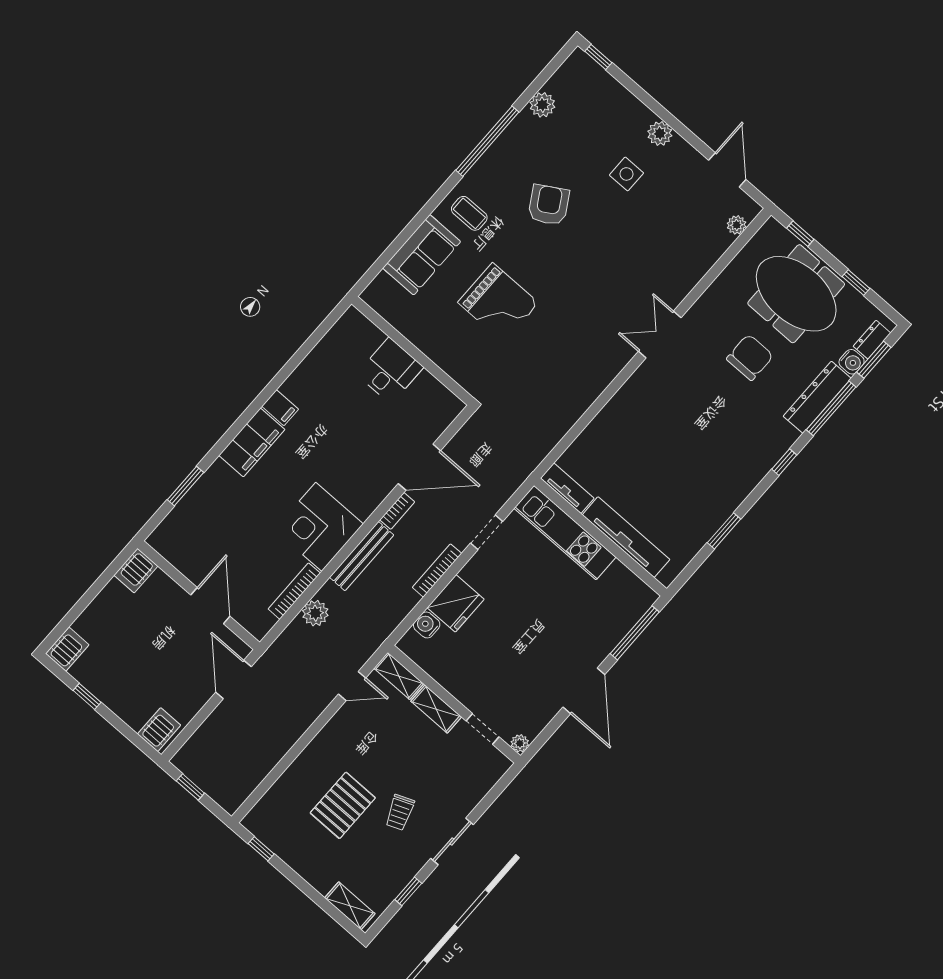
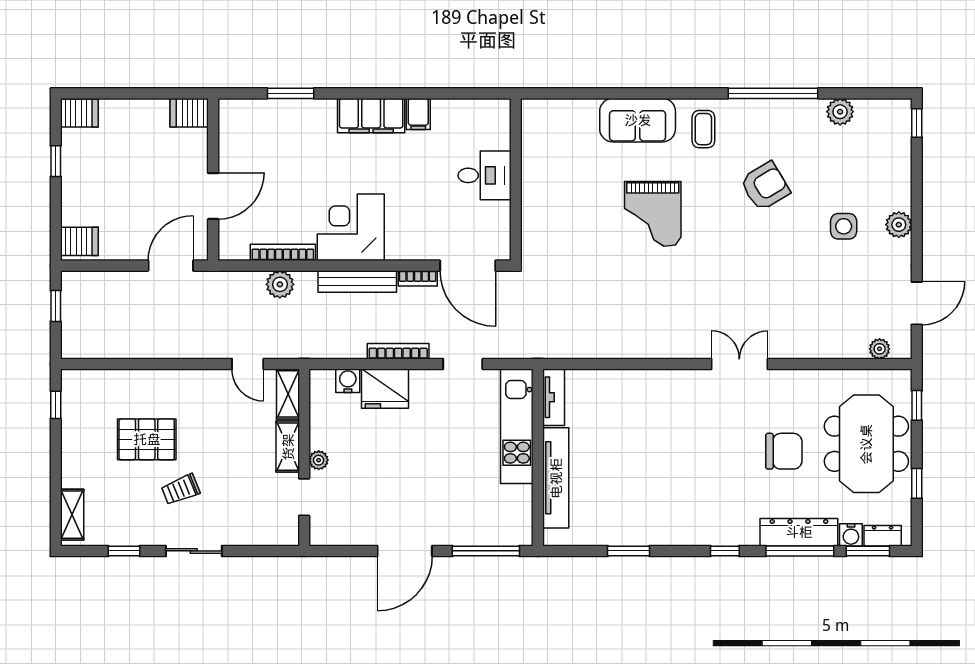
wall: (413, 351) -> (516, 179), moved
desk: (390, 371) -> (484, 175), moved
plant: (520, 743) -> (319, 460), moved

